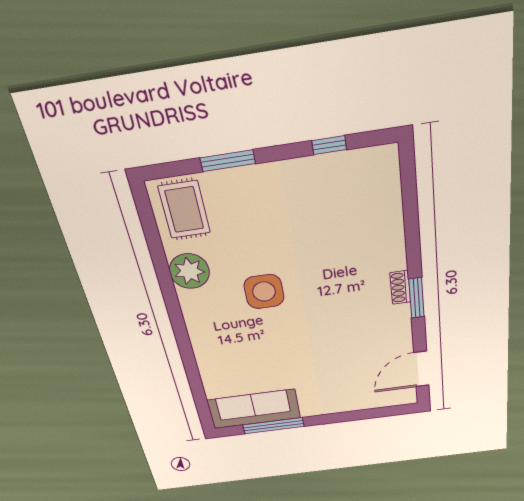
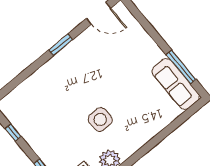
shoe rack: (400, 287) -> (60, 56), removed

